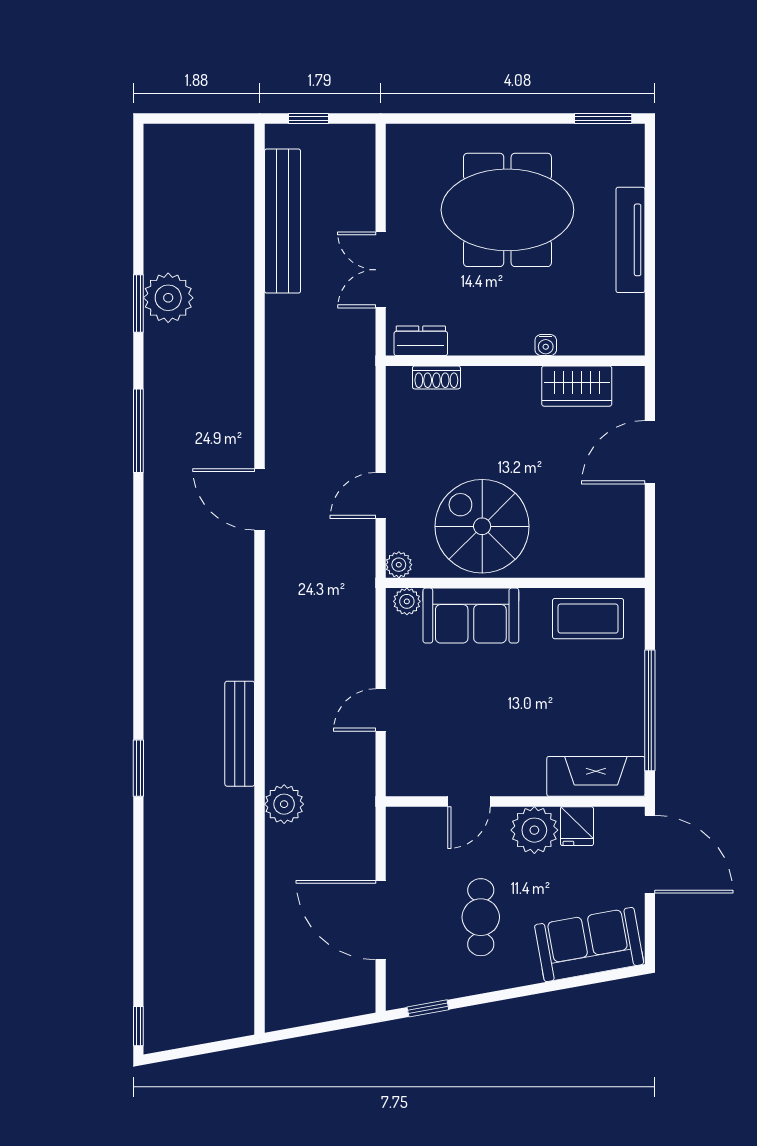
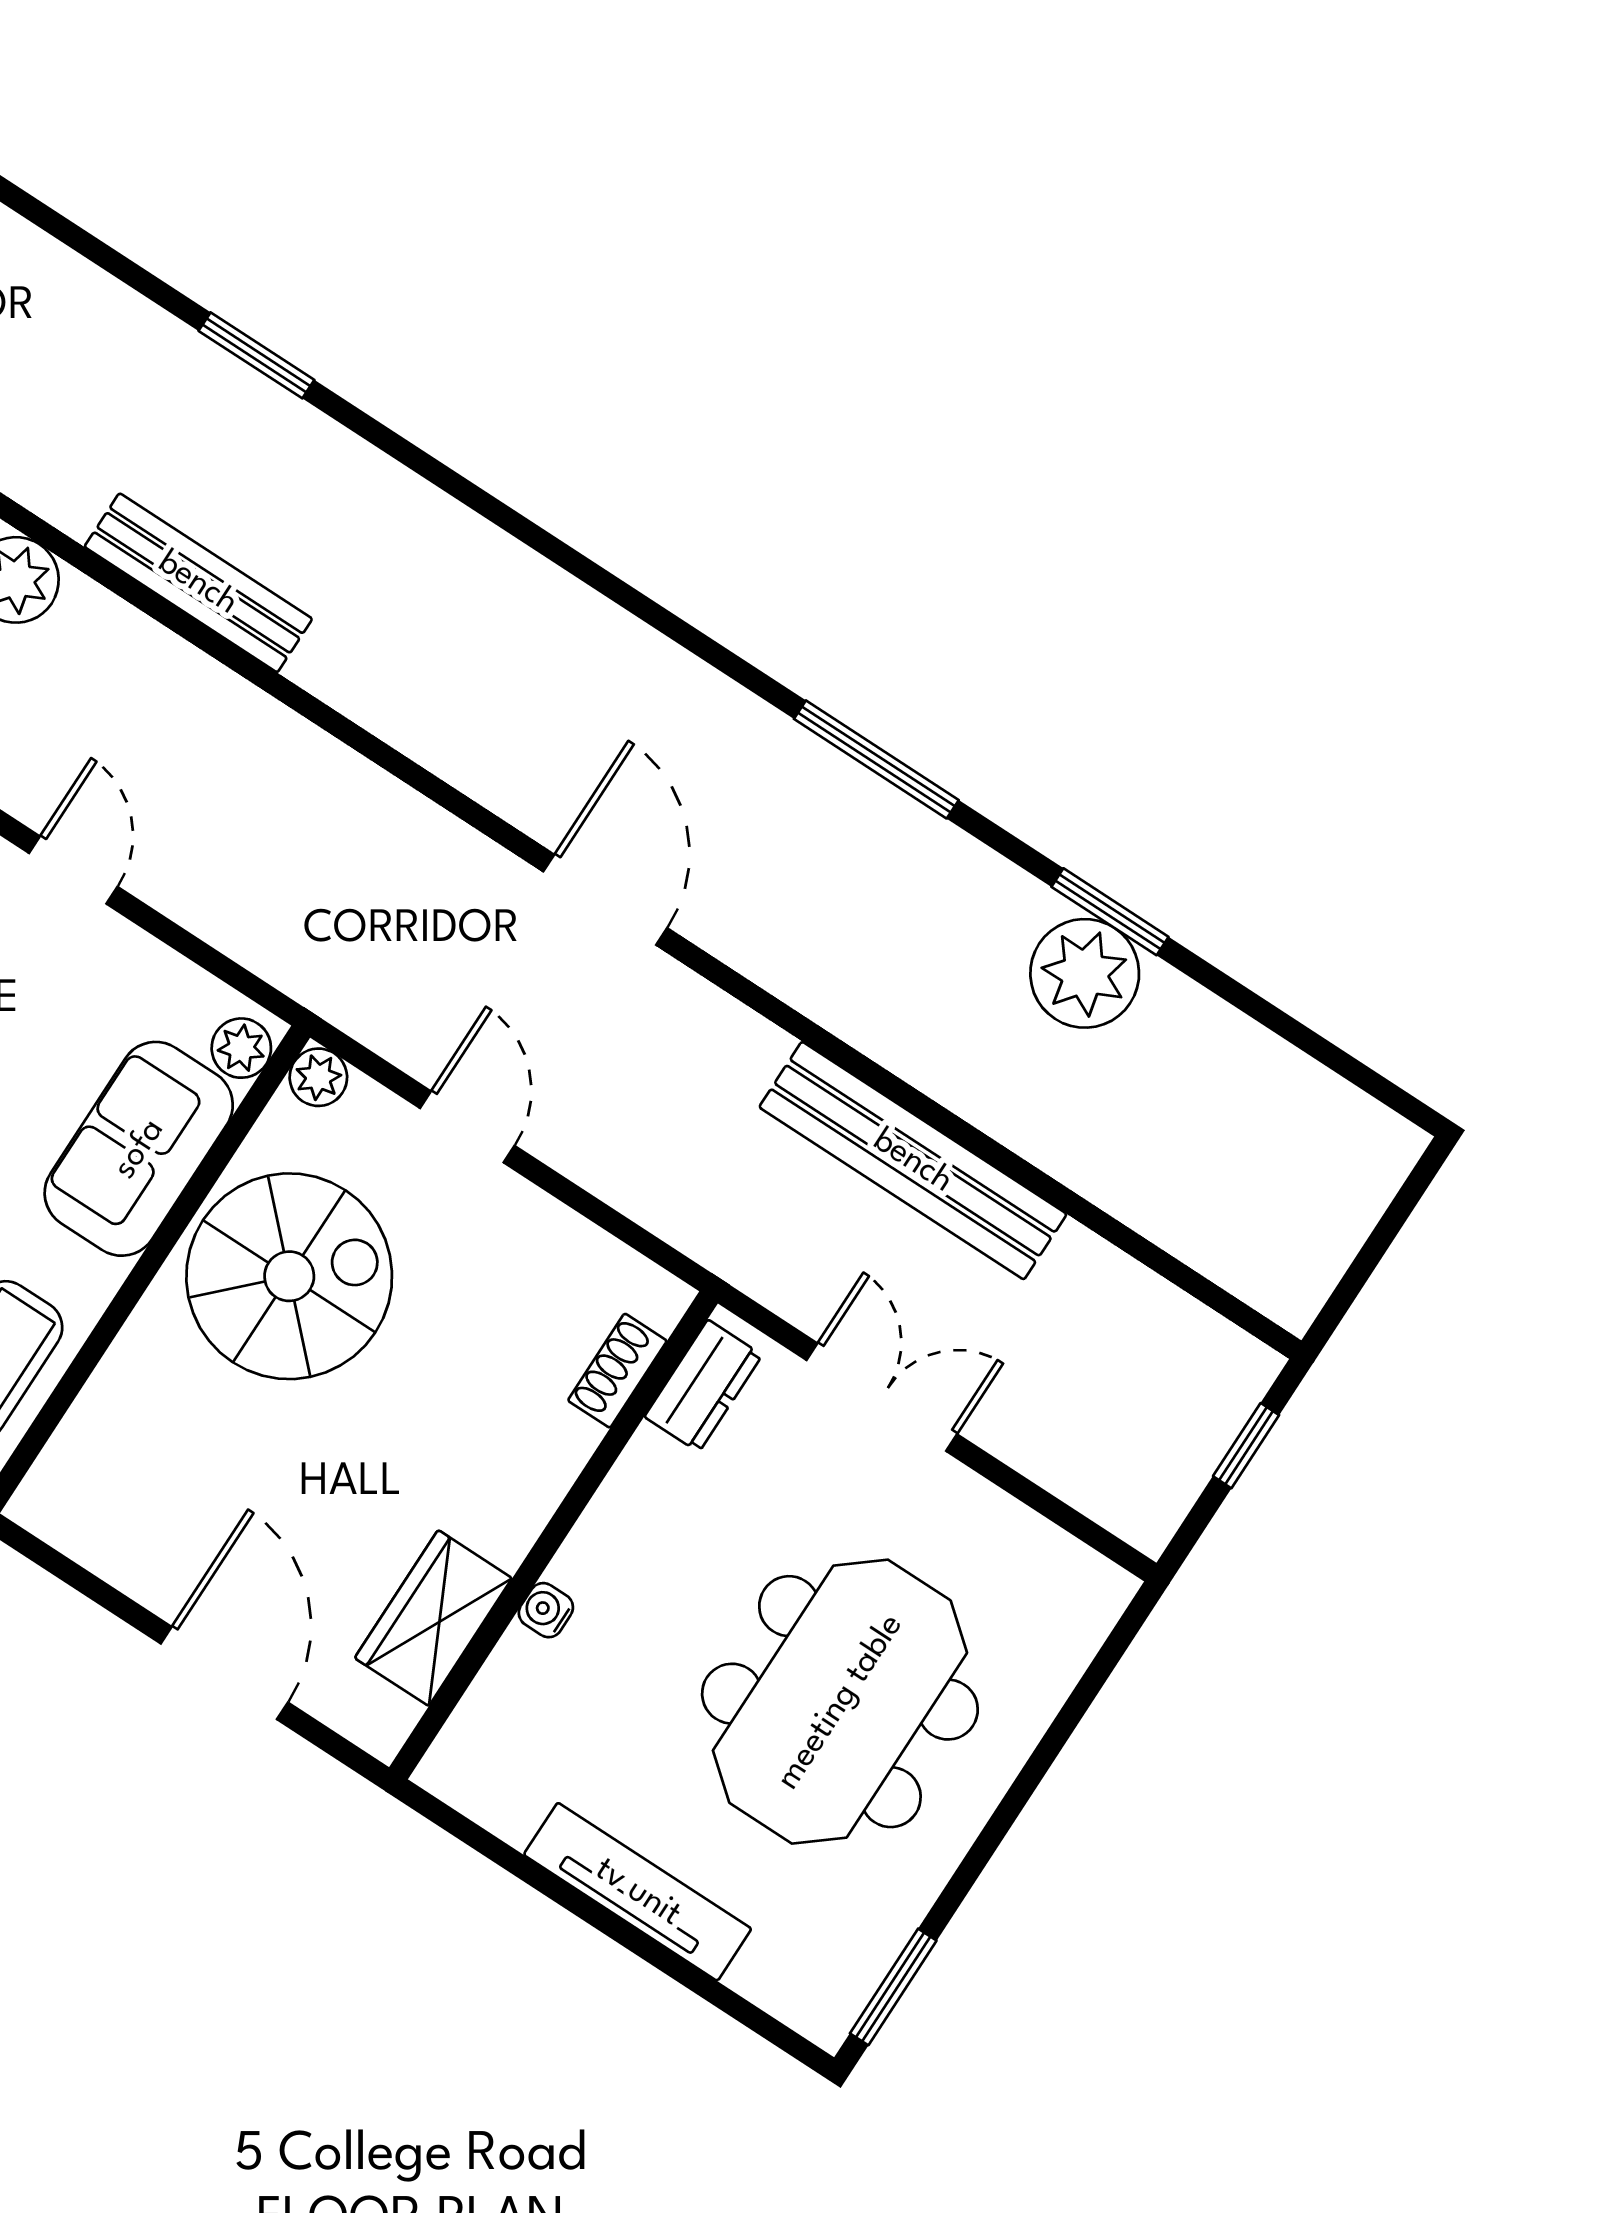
bench: (283, 221) -> (913, 1161), moved
door: (260, 499) -> (605, 900), hinge flipped

